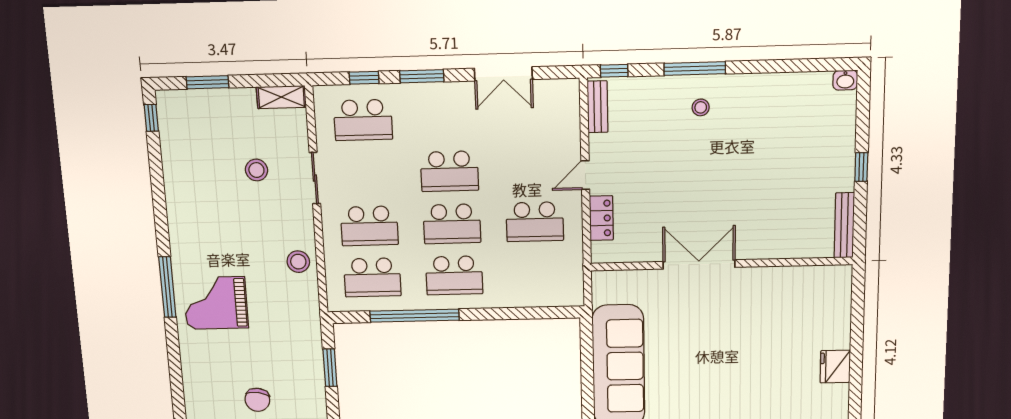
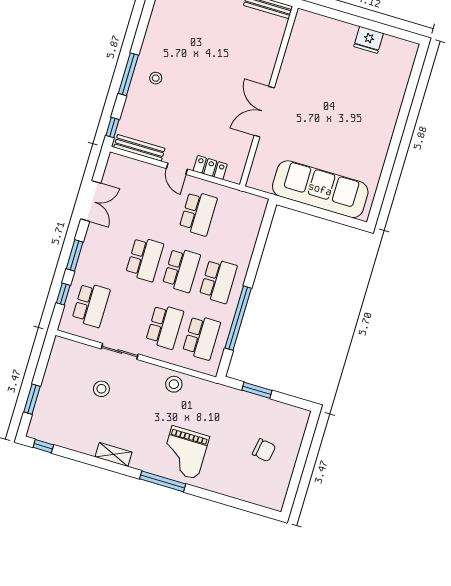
shelving: (281, 97) -> (114, 455), moved, turned 90
bench: (598, 107) -> (139, 148), width x1.36

